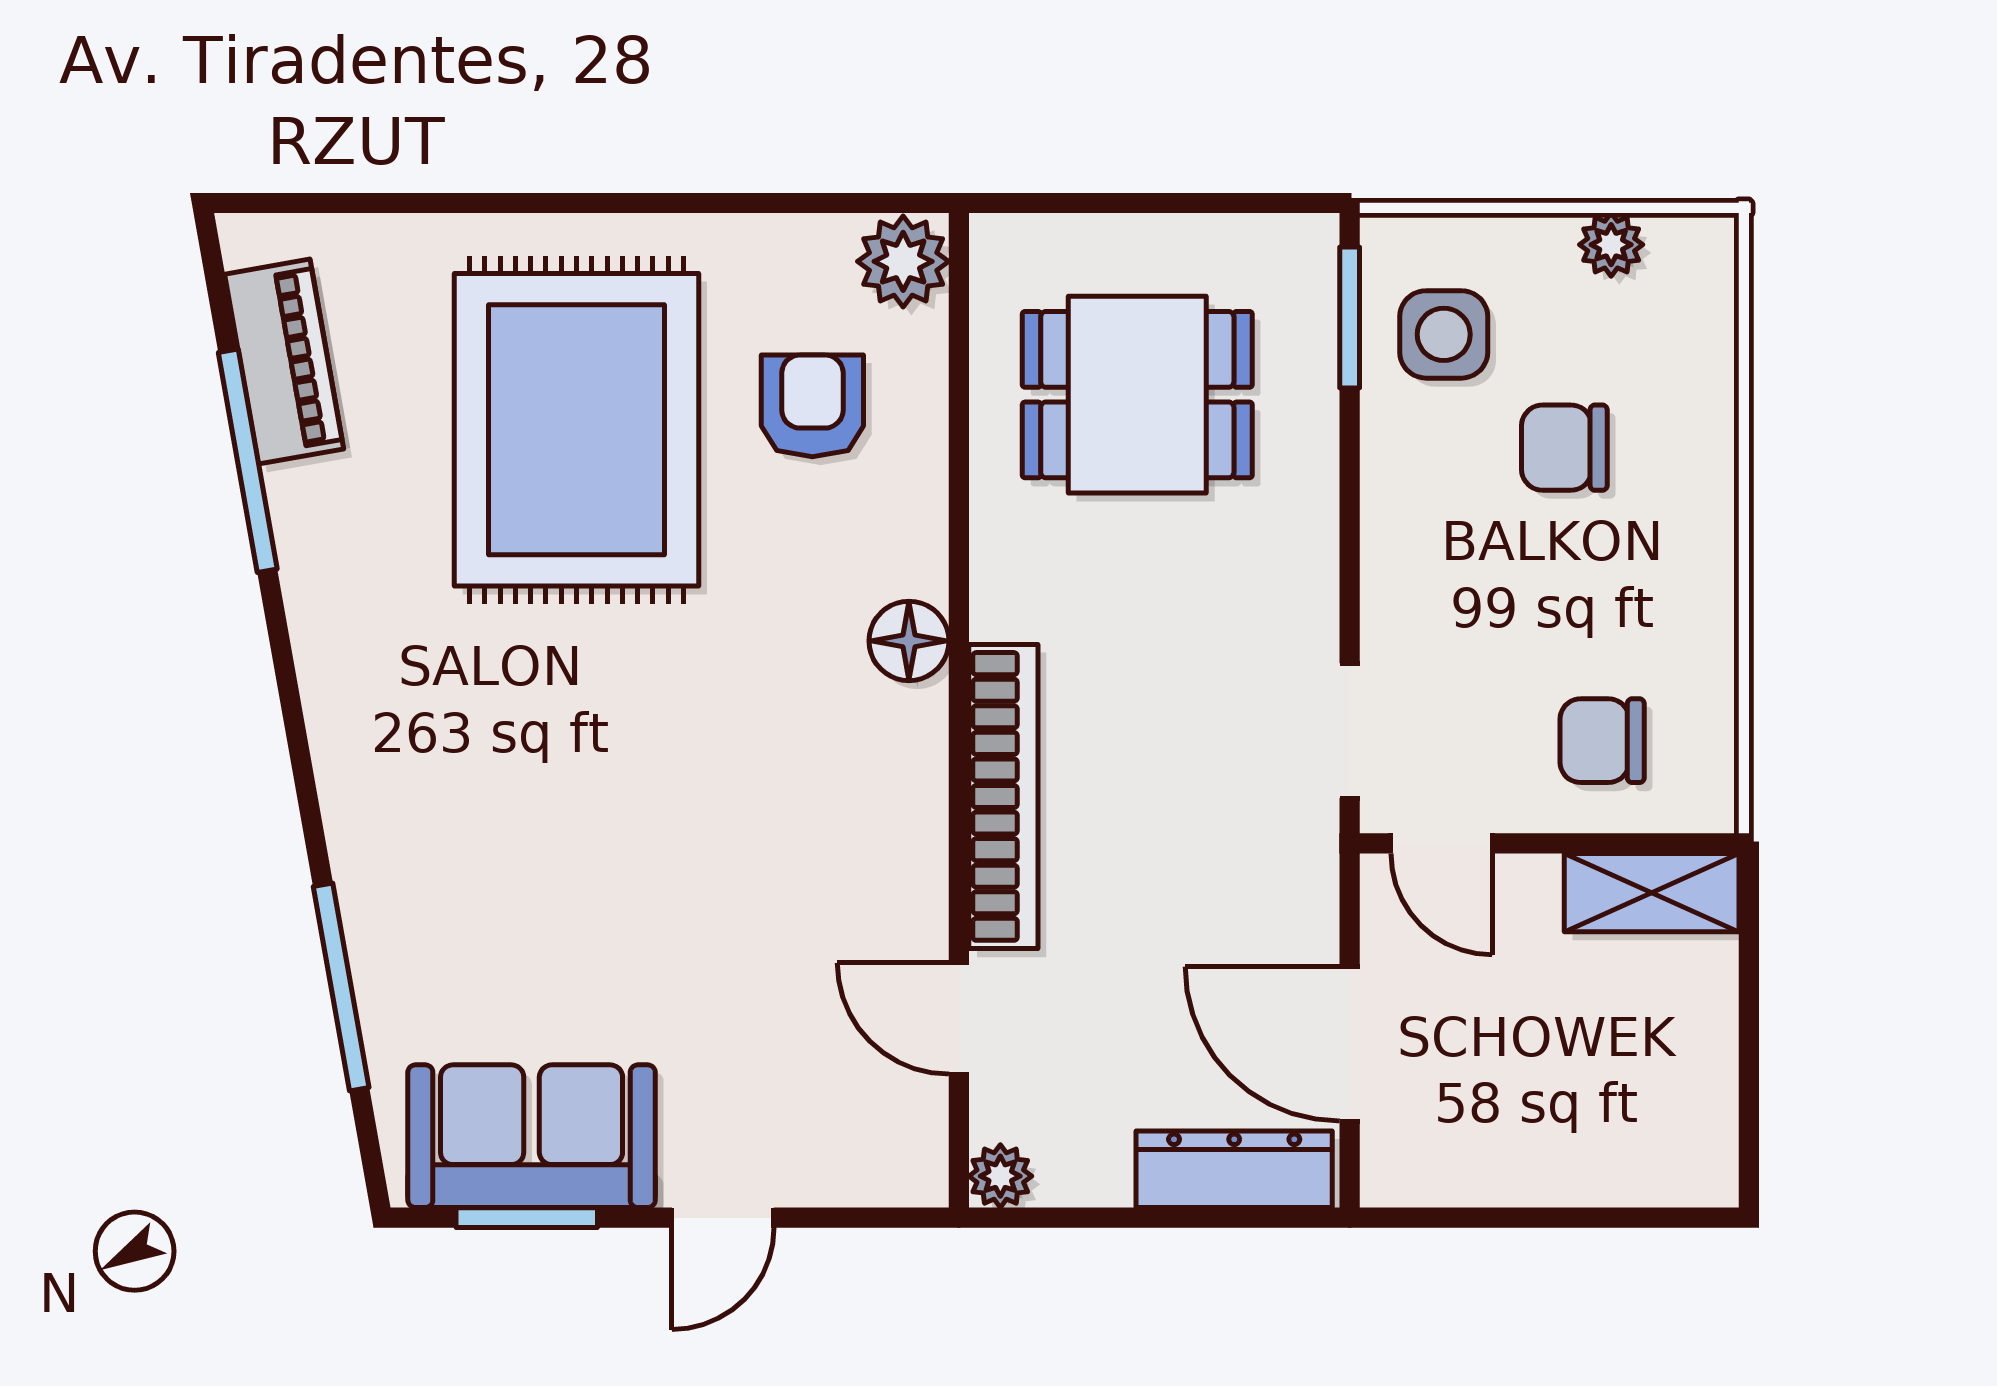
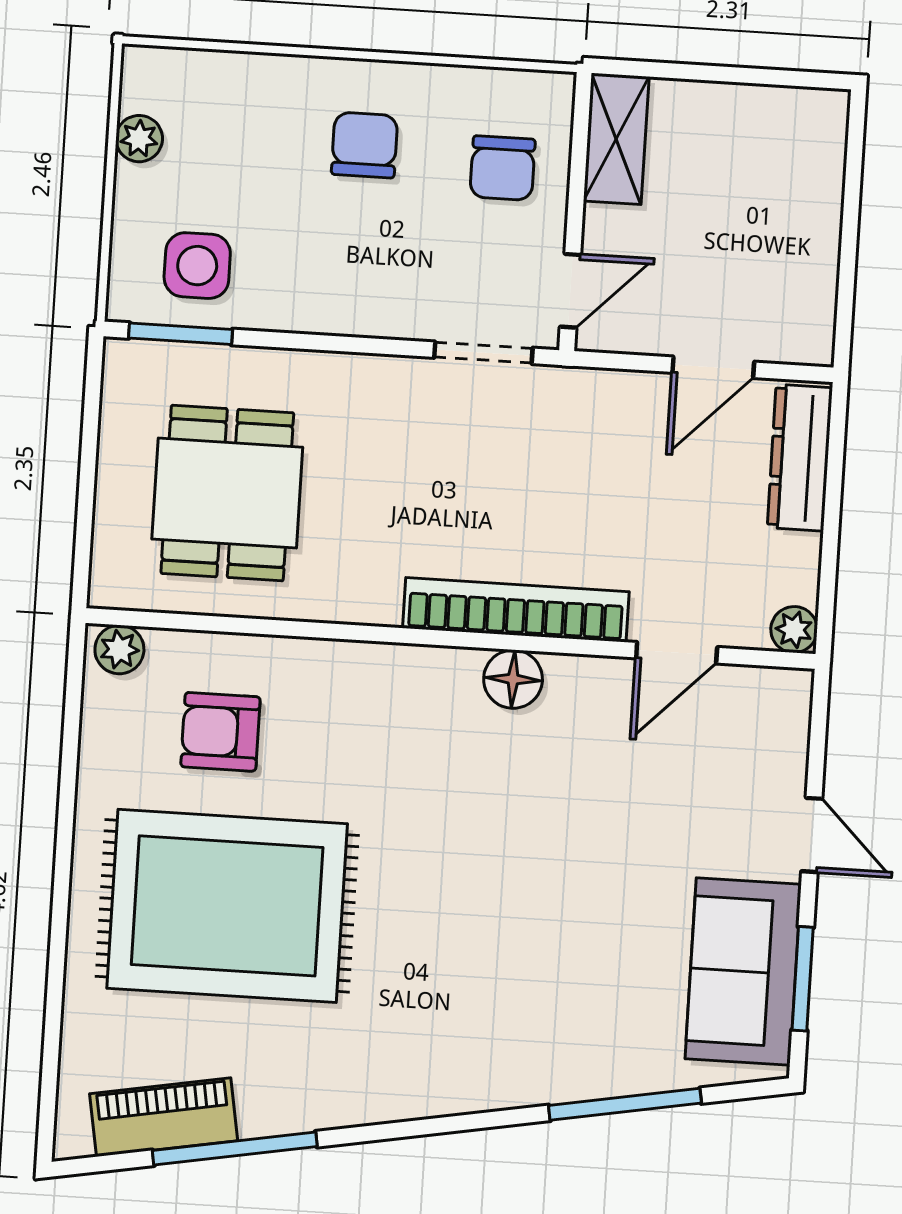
plant: (903, 261) -> (119, 649), width x0.73, depth x0.73
chair: (1564, 448) -> (365, 145), moved, turned 180
floor lamp: (909, 641) -> (513, 679), moved
door: (1350, 1044) -> (713, 367), width x0.73

